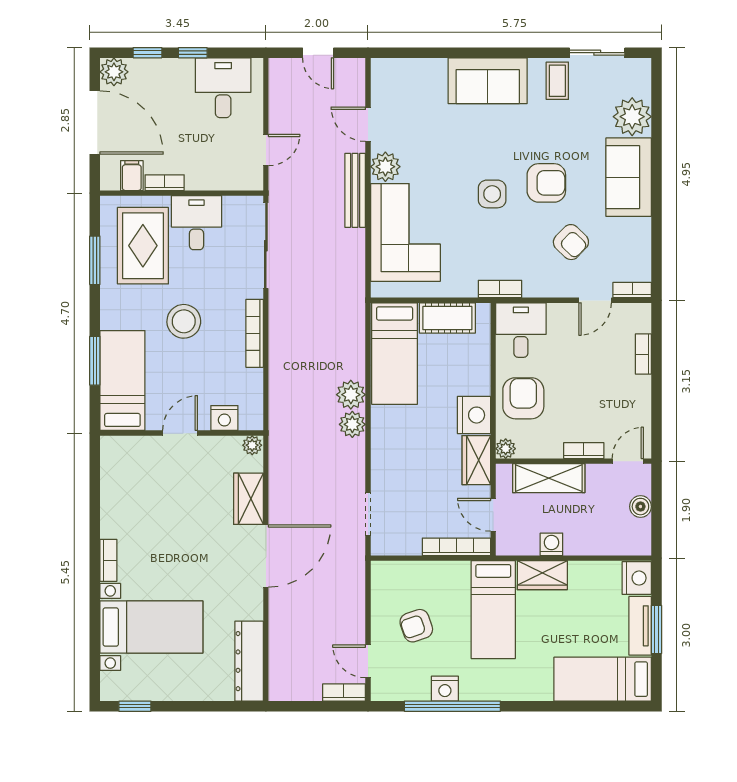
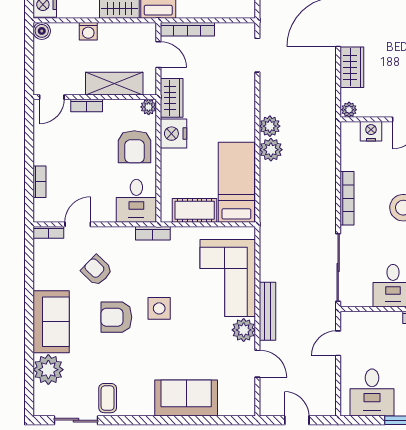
sofa: (488, 81) -> (186, 398), moved
boiler: (640, 507) -> (42, 31), moved
washing machine: (551, 544) -> (88, 31), moved

